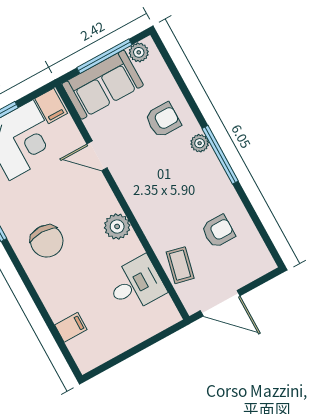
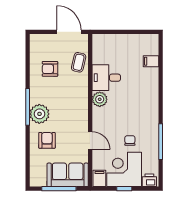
plant: (139, 52) -> (40, 181), removed
armchair: (163, 120) -> (47, 140), turned 90
plant: (200, 143) -> (39, 114), width x1.87, depth x1.87
chair: (47, 241) -> (130, 141), moved, width x0.54, depth x0.54
desk: (136, 284) -> (106, 78), moved

